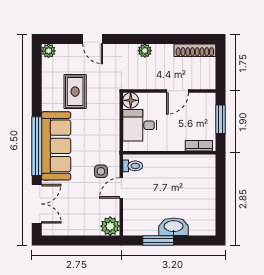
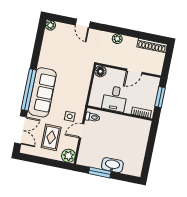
rug: (75, 92) -> (51, 137), moved
desk: (140, 125) -> (115, 99), moved, turned -90

